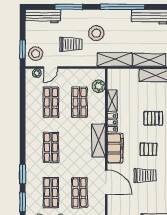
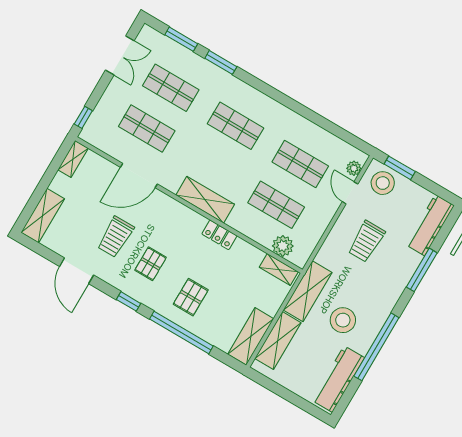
stool: (96, 33) -> (343, 320), moved
shelving: (112, 101) -> (279, 269), moved
filing cabinet: (115, 148) -> (180, 217), removed

